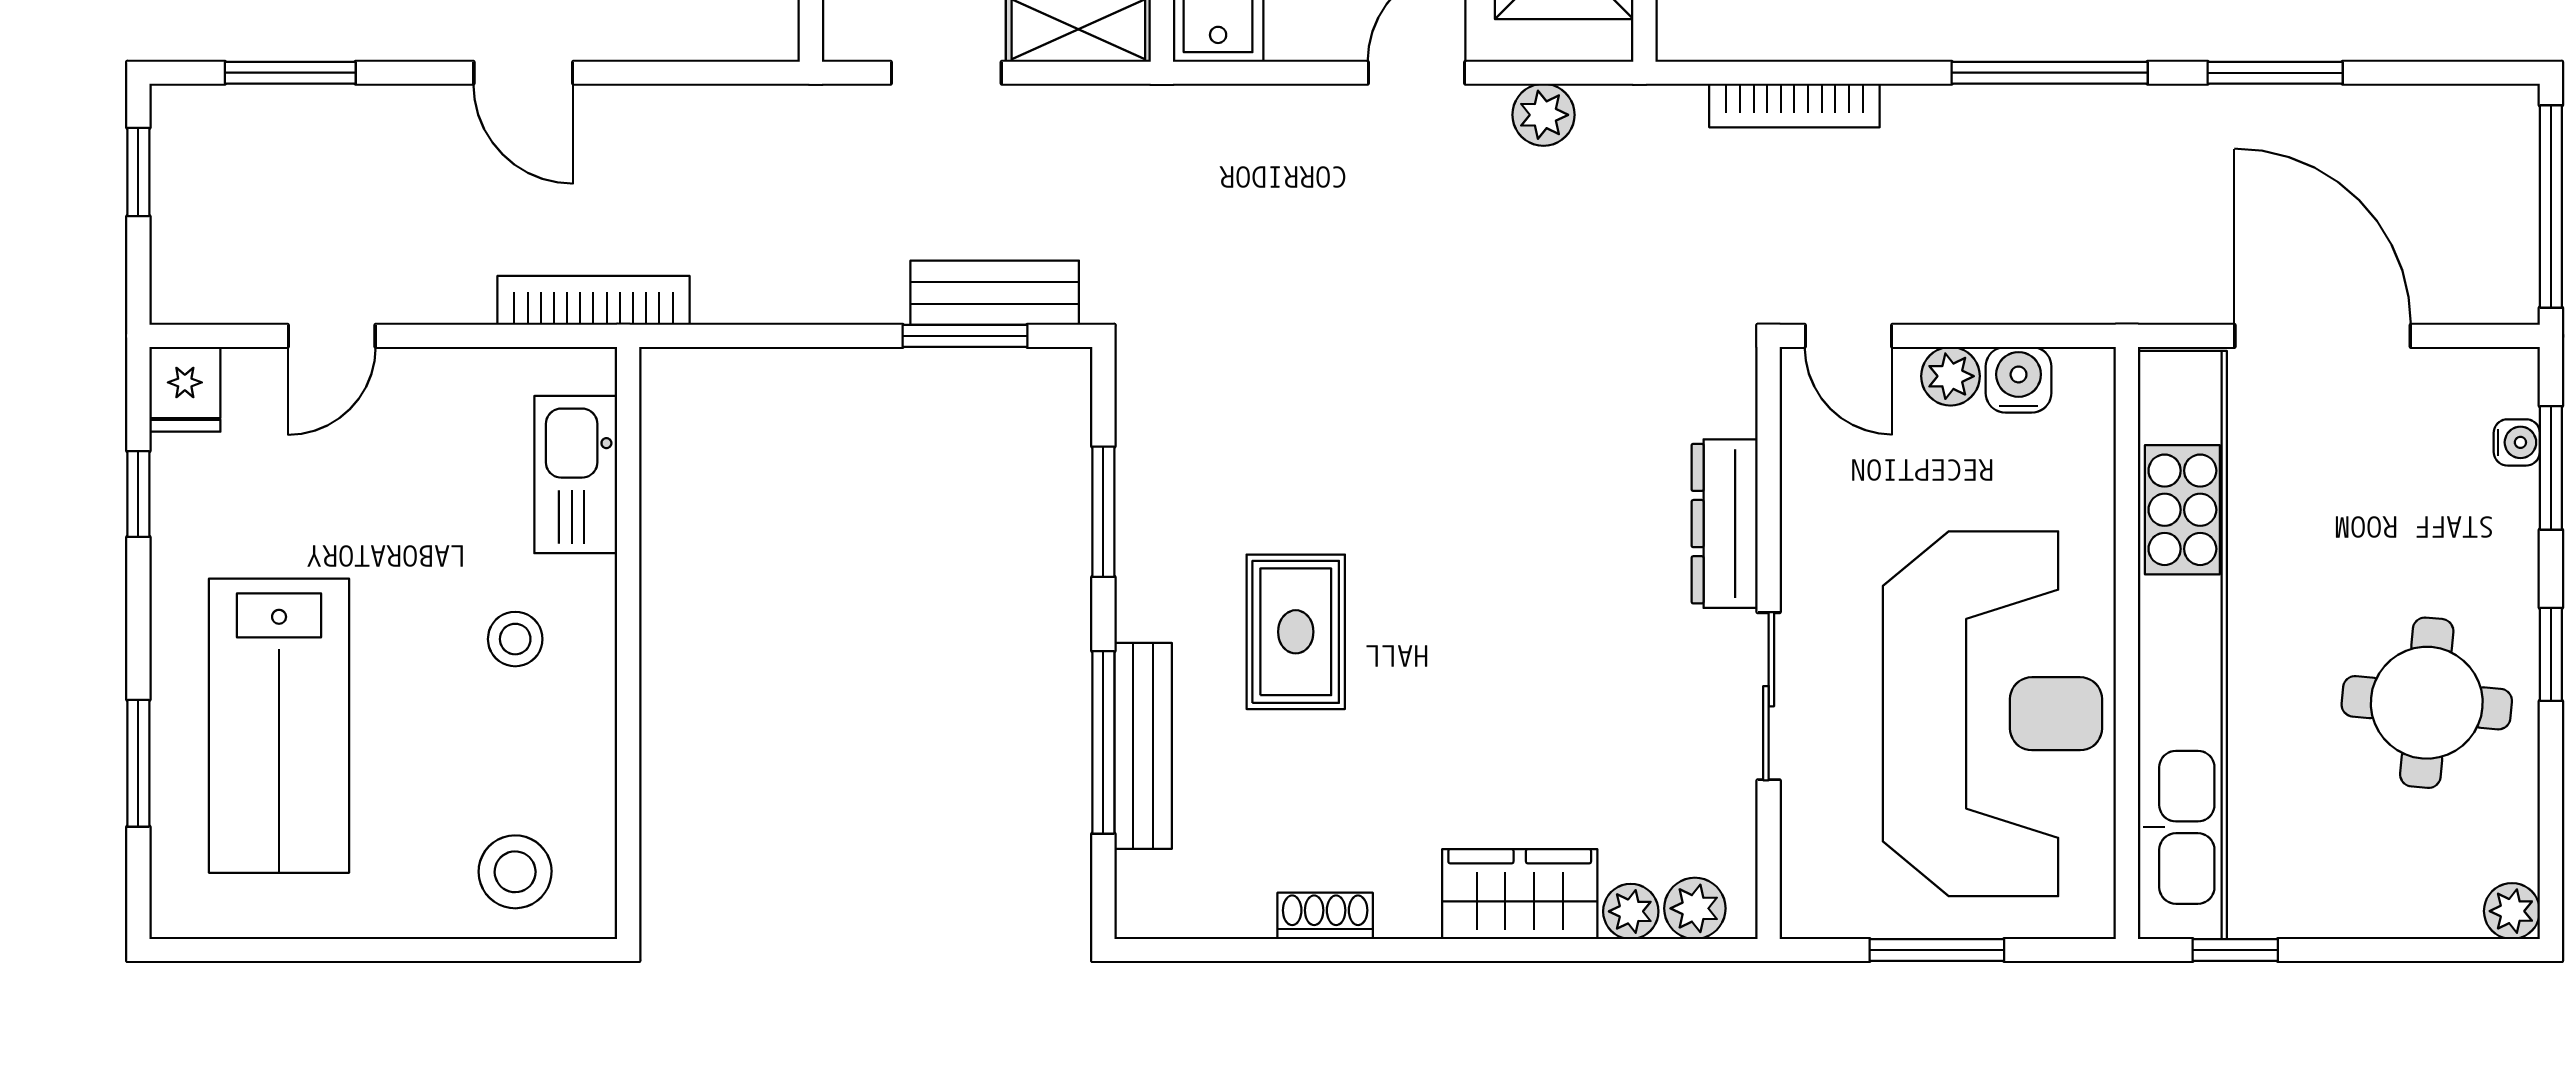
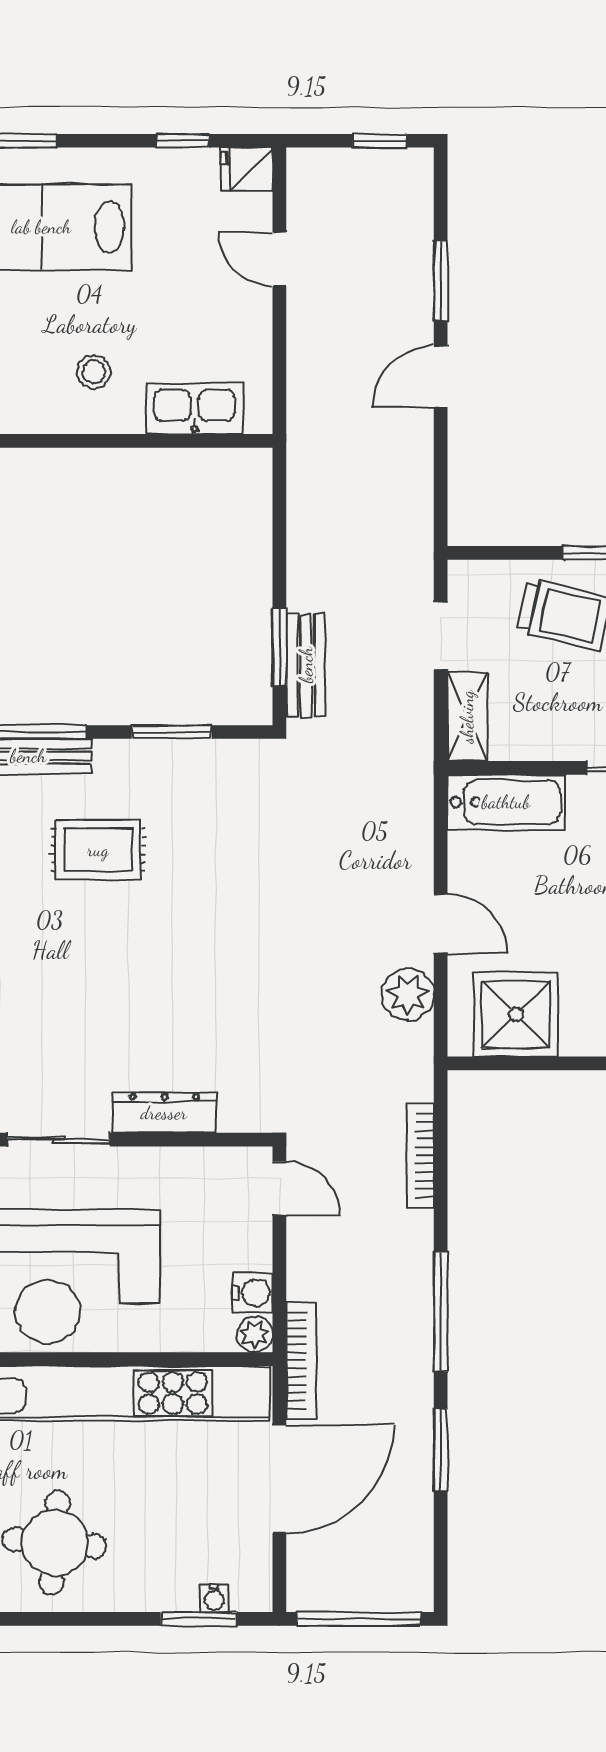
window: (290, 73) -> (441, 281), moved
plant: (1543, 115) -> (408, 994), width x1.38, depth x1.38
bookcase: (593, 300) -> (301, 1361), moved
door: (1849, 336) -> (279, 1189), swing flipped
plant: (1951, 376) -> (255, 1334), moved
window: (2551, 654) -> (84, 1619), removed

